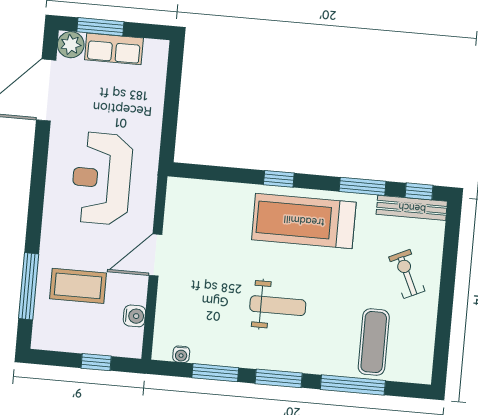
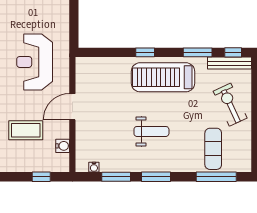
exercise bike: (407, 274) -> (230, 105), width x1.38, depth x1.39
window: (353, 385) -> (216, 177), moved

